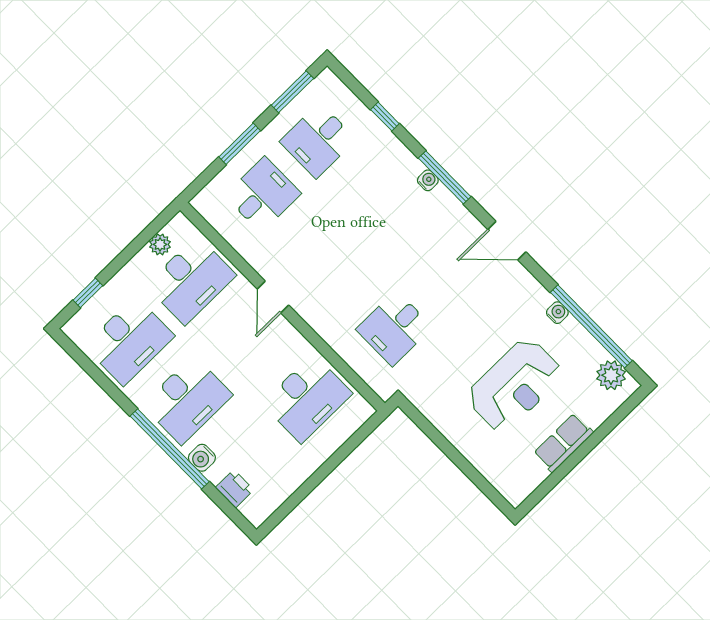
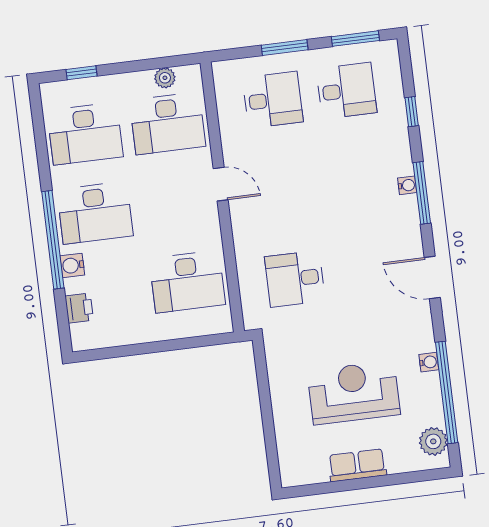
desk: (318, 140) -> (346, 91), turned 180
door: (273, 297) -> (221, 184), swing flipped
reception desk: (515, 385) -> (354, 393), turned 180

